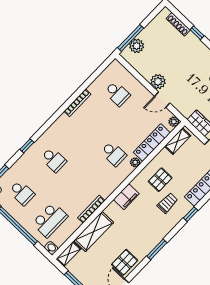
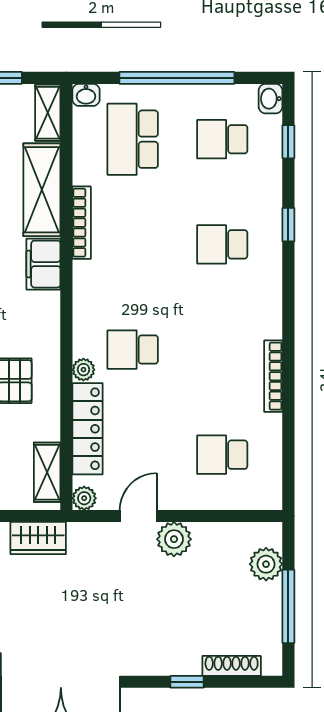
window: (131, 38) -> (288, 606), moved
filing cabinet: (126, 197) -> (43, 264), moved

